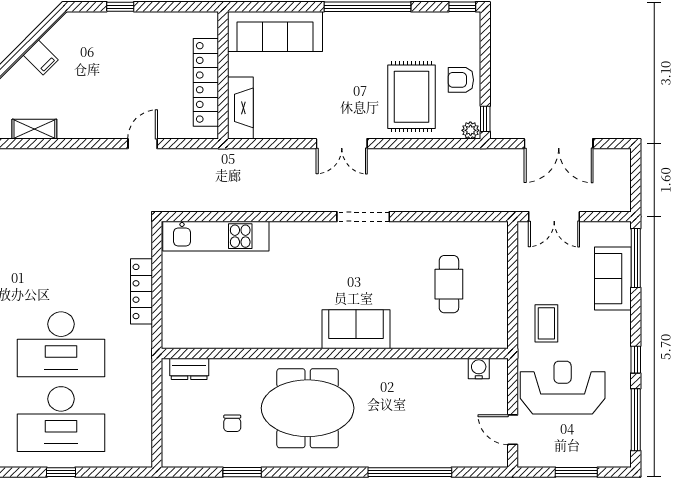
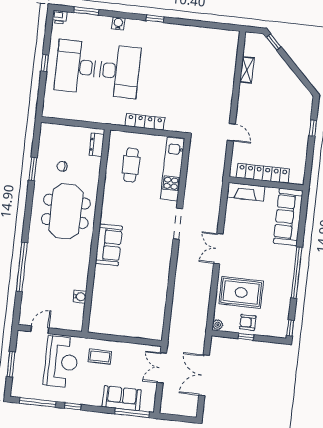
filing cabinet: (41, 57) -> (288, 78), removed
armchair: (461, 80) -> (248, 322), turned -90
window: (485, 119) -> (246, 337), moved
doorway: (363, 217) -> (178, 224), moved
cafe table: (449, 284) -> (131, 165), moved, turned 90
desk: (61, 344) -> (119, 71), turned 180
water cooler: (479, 368) -> (80, 297), moved

